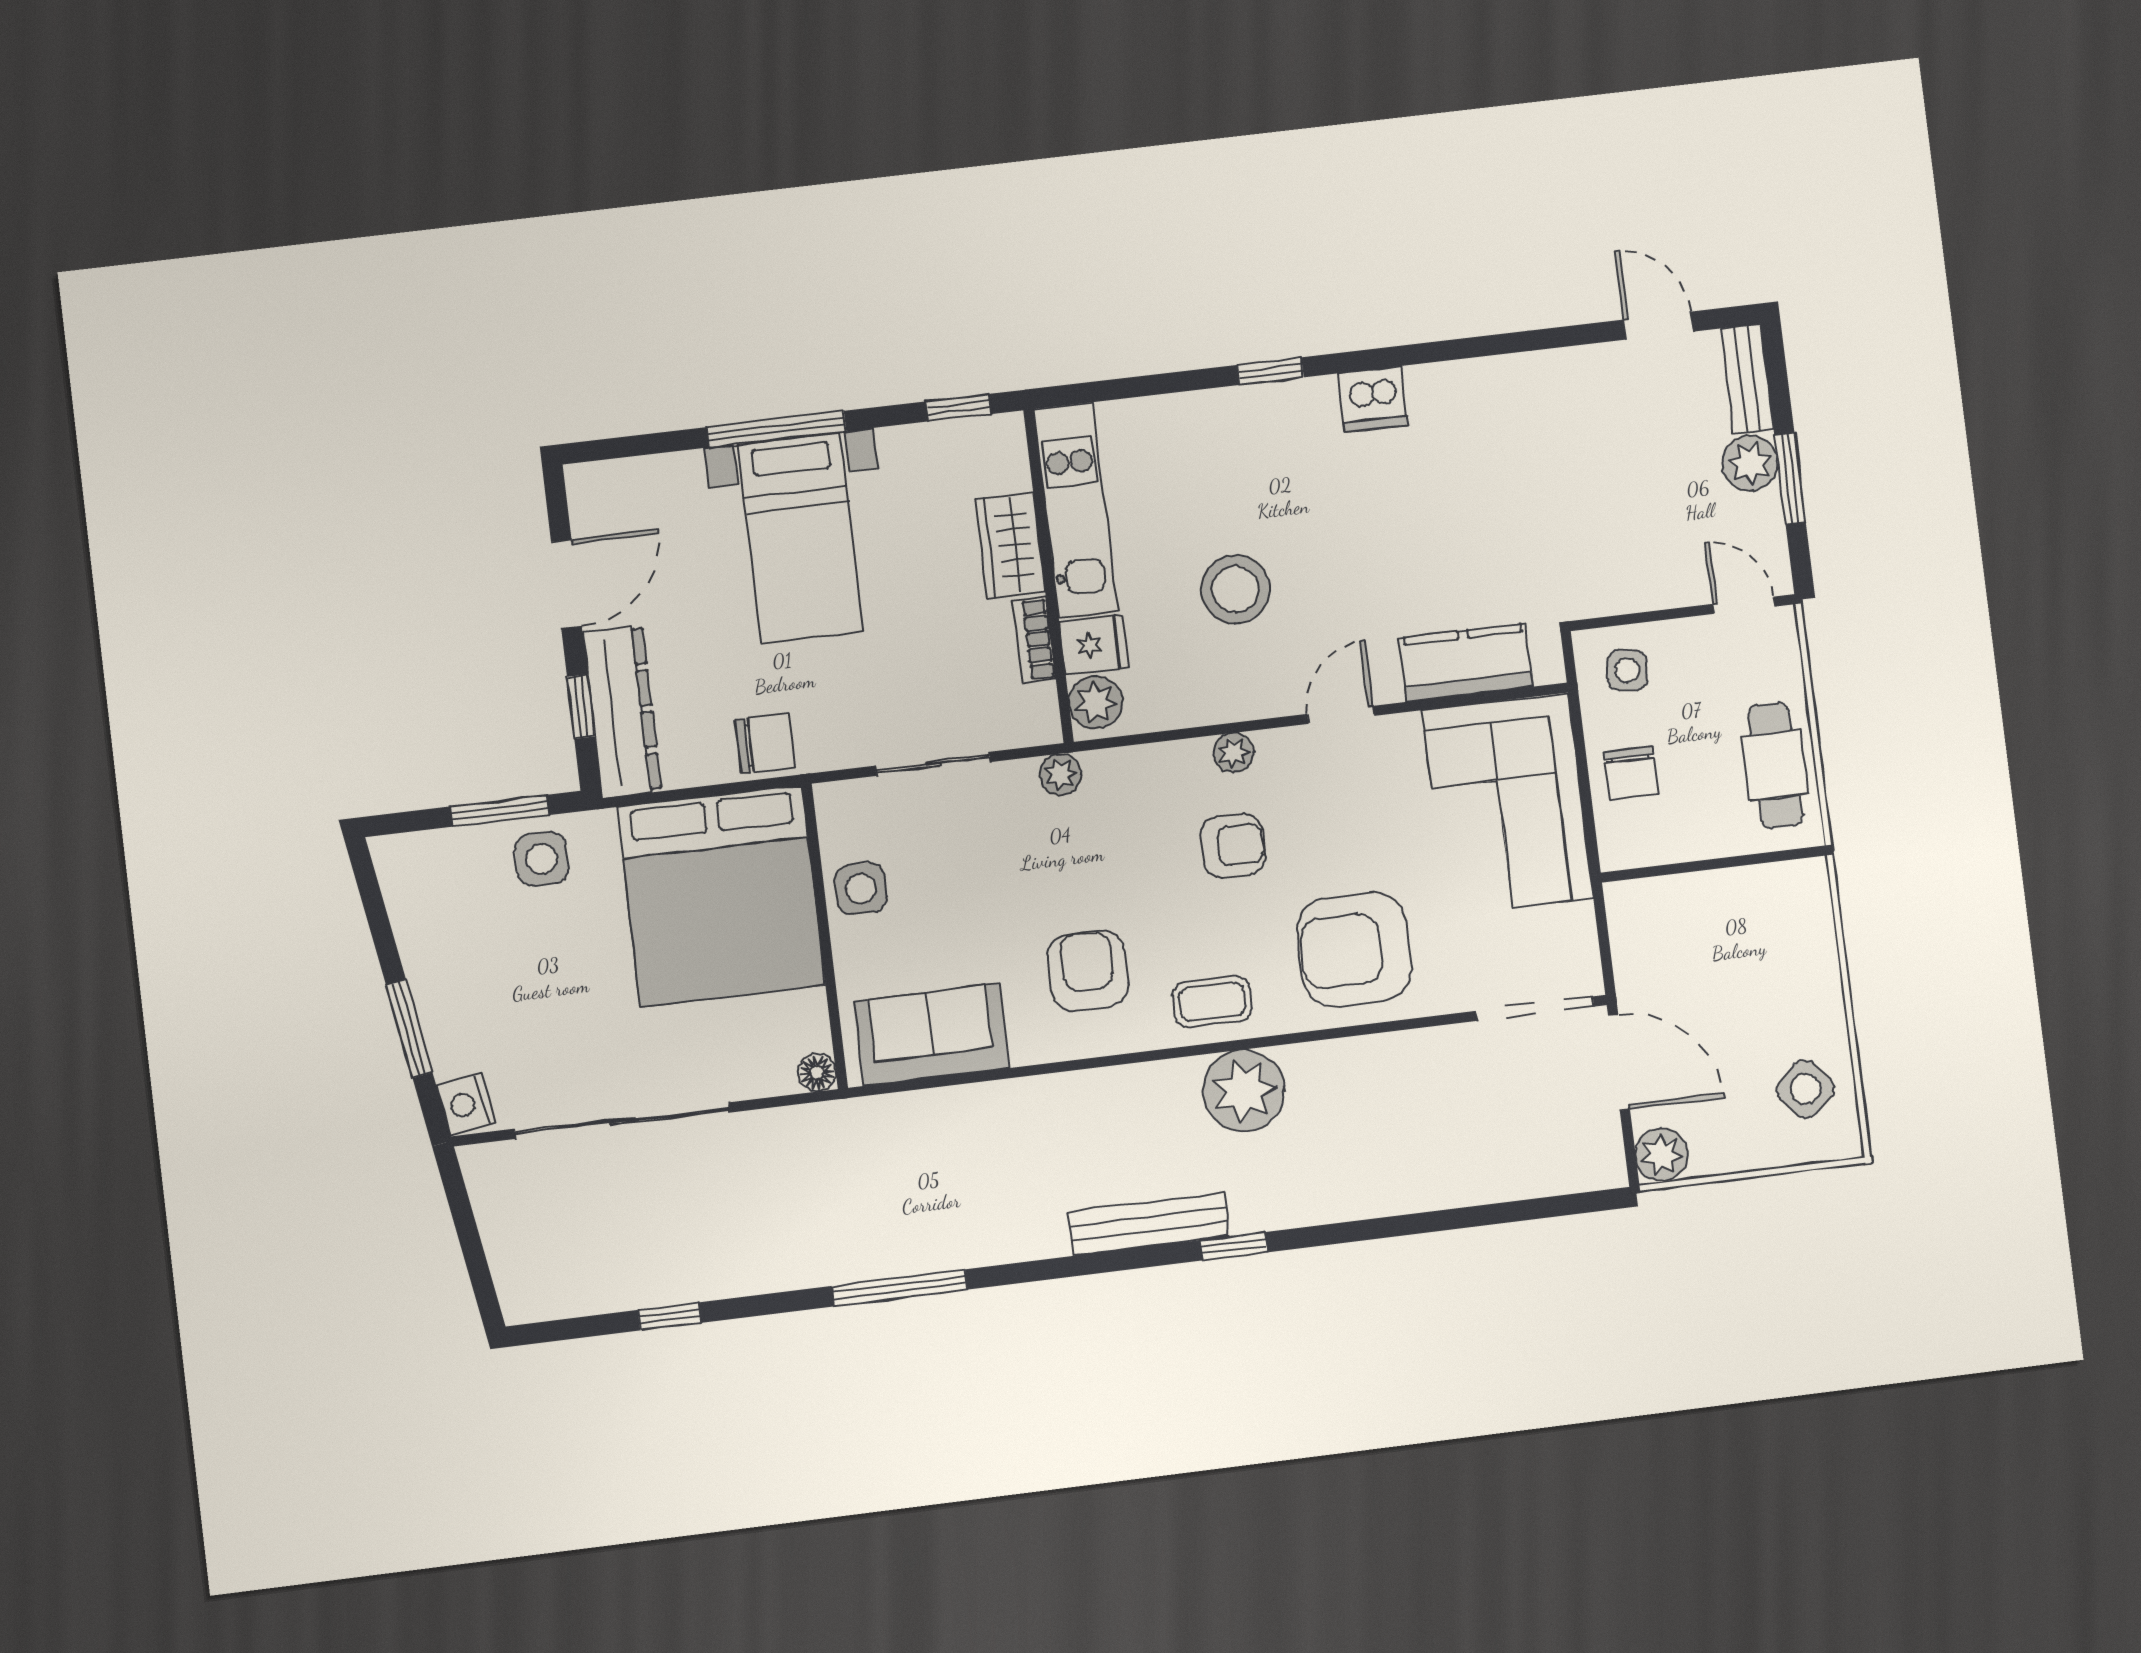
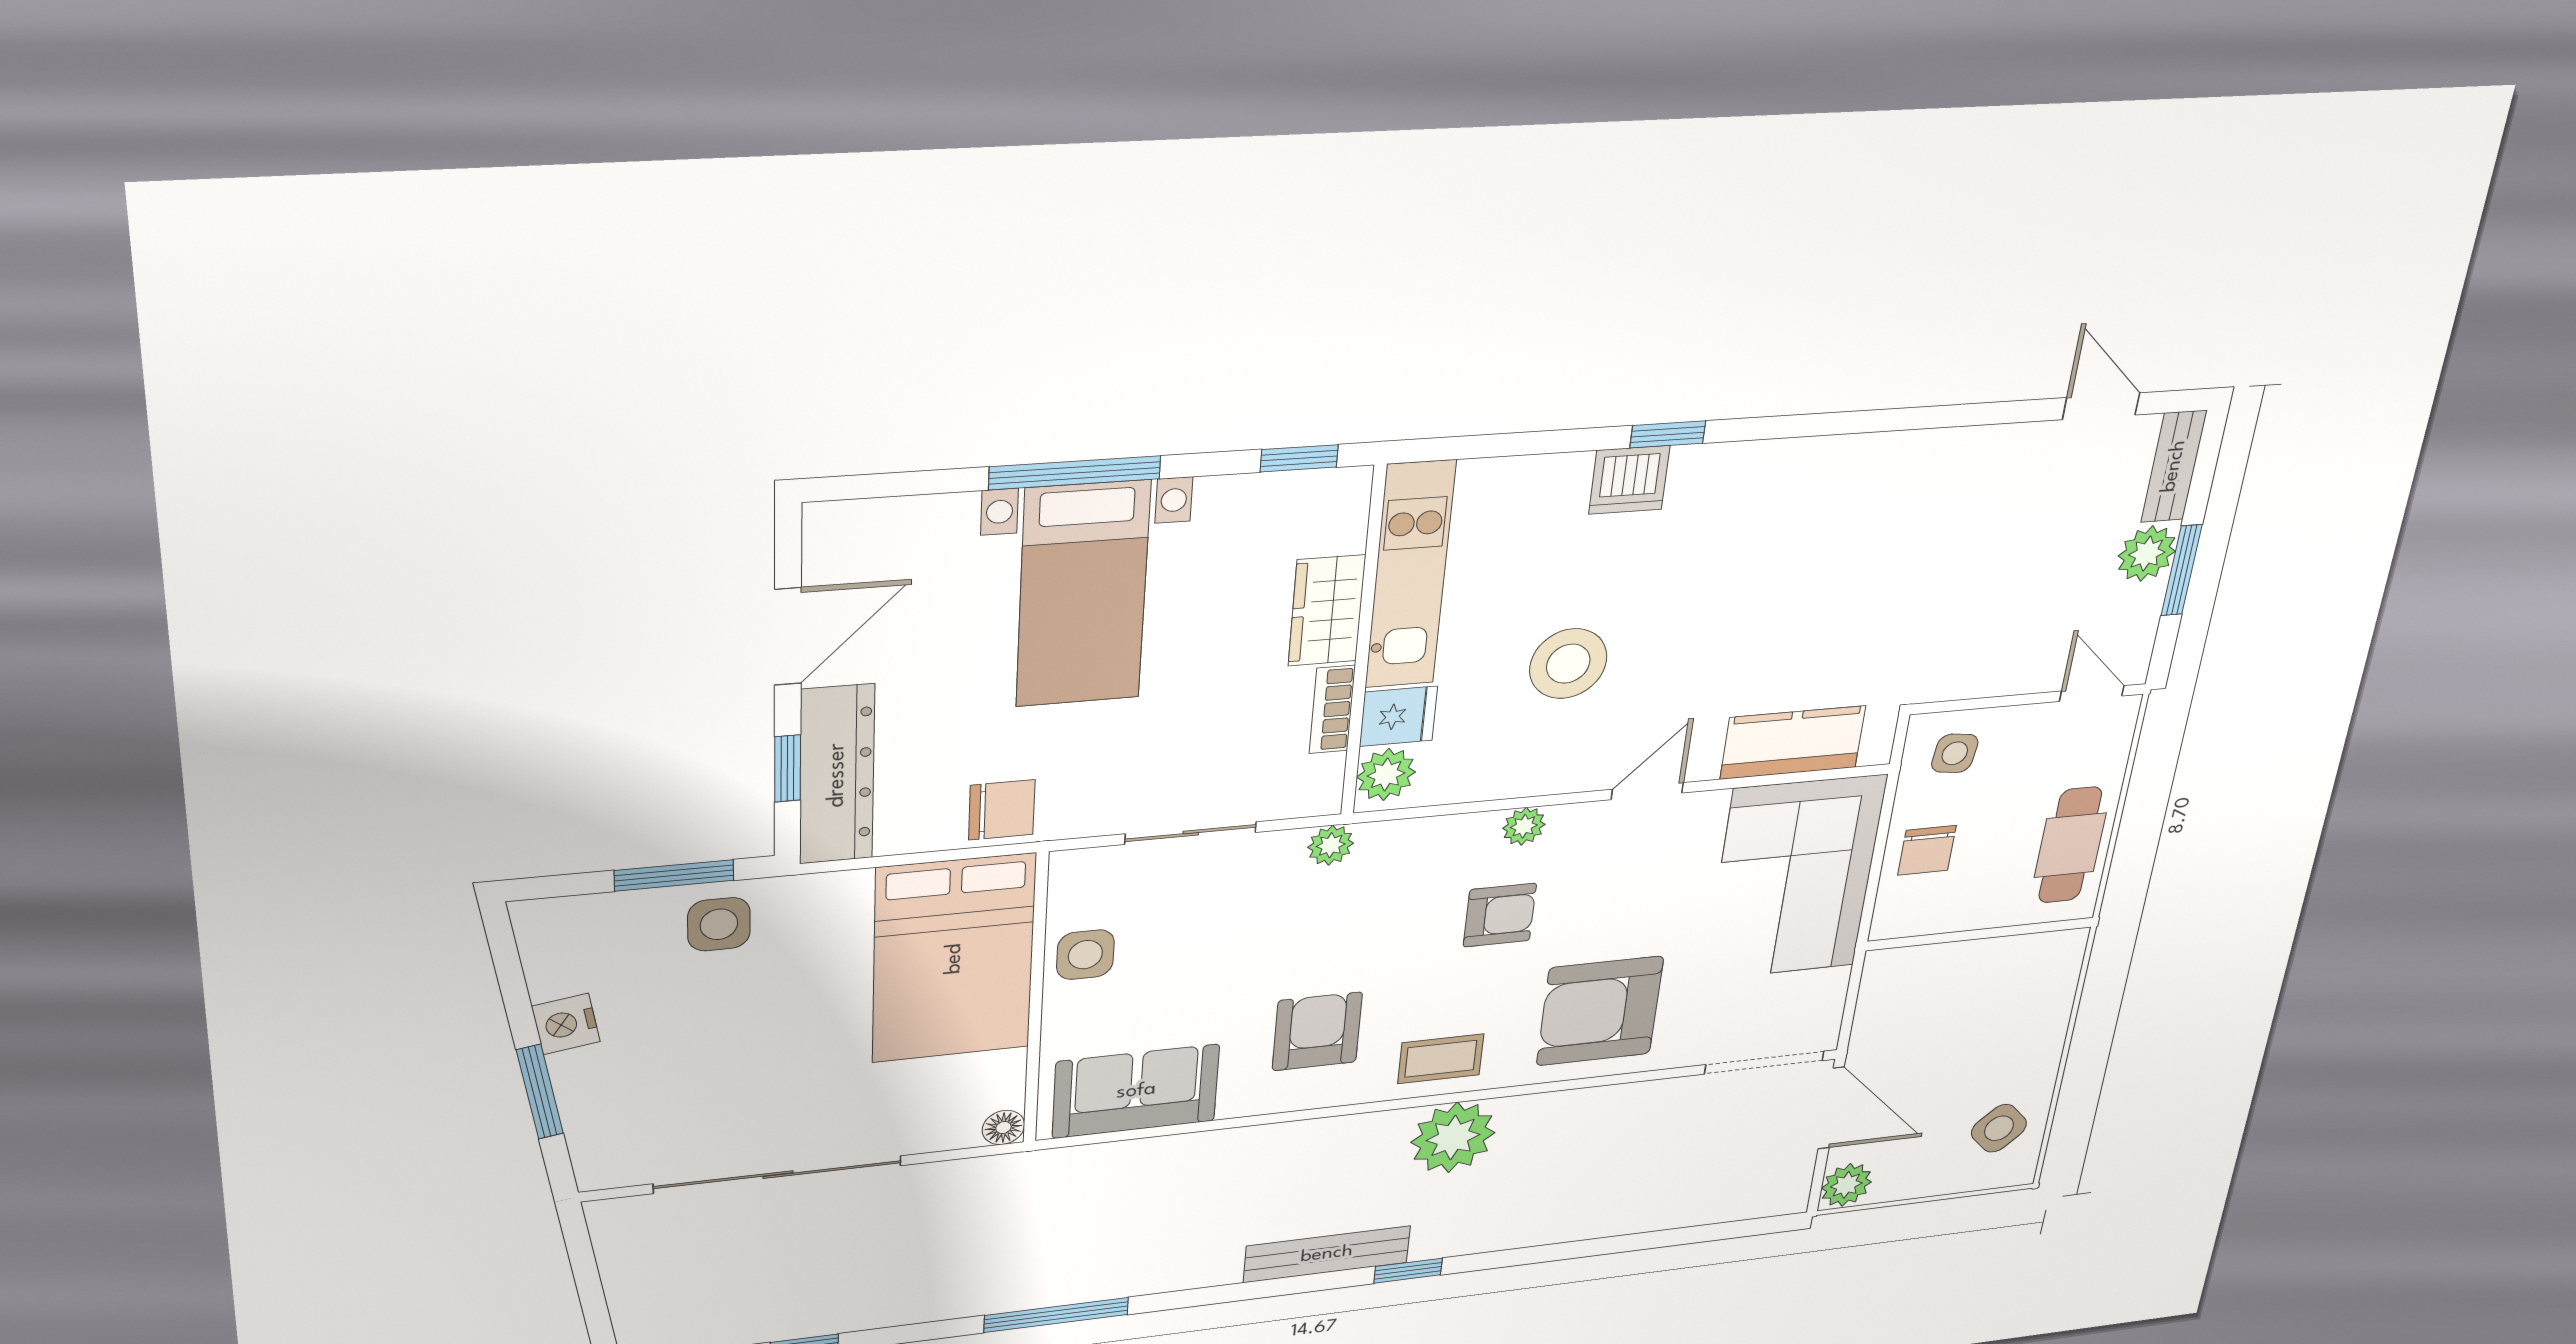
dishwasher: (1373, 399) -> (1629, 480), moved
bed: (721, 896) -> (954, 959), width x0.73
nightstand: (466, 1104) -> (566, 1024), moved

